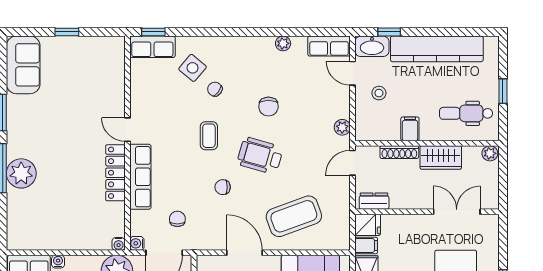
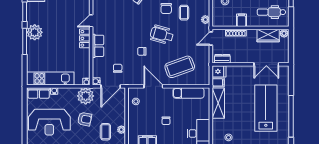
door: (127, 130) -> (91, 21), hinge flipped
coffee table: (209, 136) -> (184, 13), moved
wardrobe: (441, 158) -> (268, 36), moved
plant: (21, 173) -> (35, 32), moved
locker: (115, 173) -> (85, 38), width x0.66
row of seats: (140, 177) -> (98, 46), width x0.68
double door: (457, 212) -> (266, 64), swing flipped
kitchen unit: (51, 238) -> (50, 78), added

